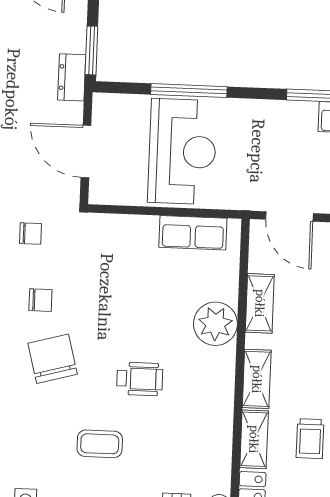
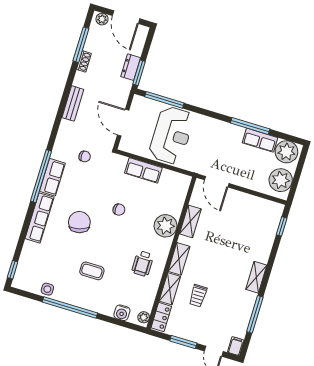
dresser: (72, 77) -> (131, 67), moved
window: (189, 91) -> (164, 100), moved
row of seats: (193, 233) -> (143, 170), moved
chair: (40, 300) -> (119, 210), moved
wheelchair: (140, 379) -> (143, 264), moved, turned 90

